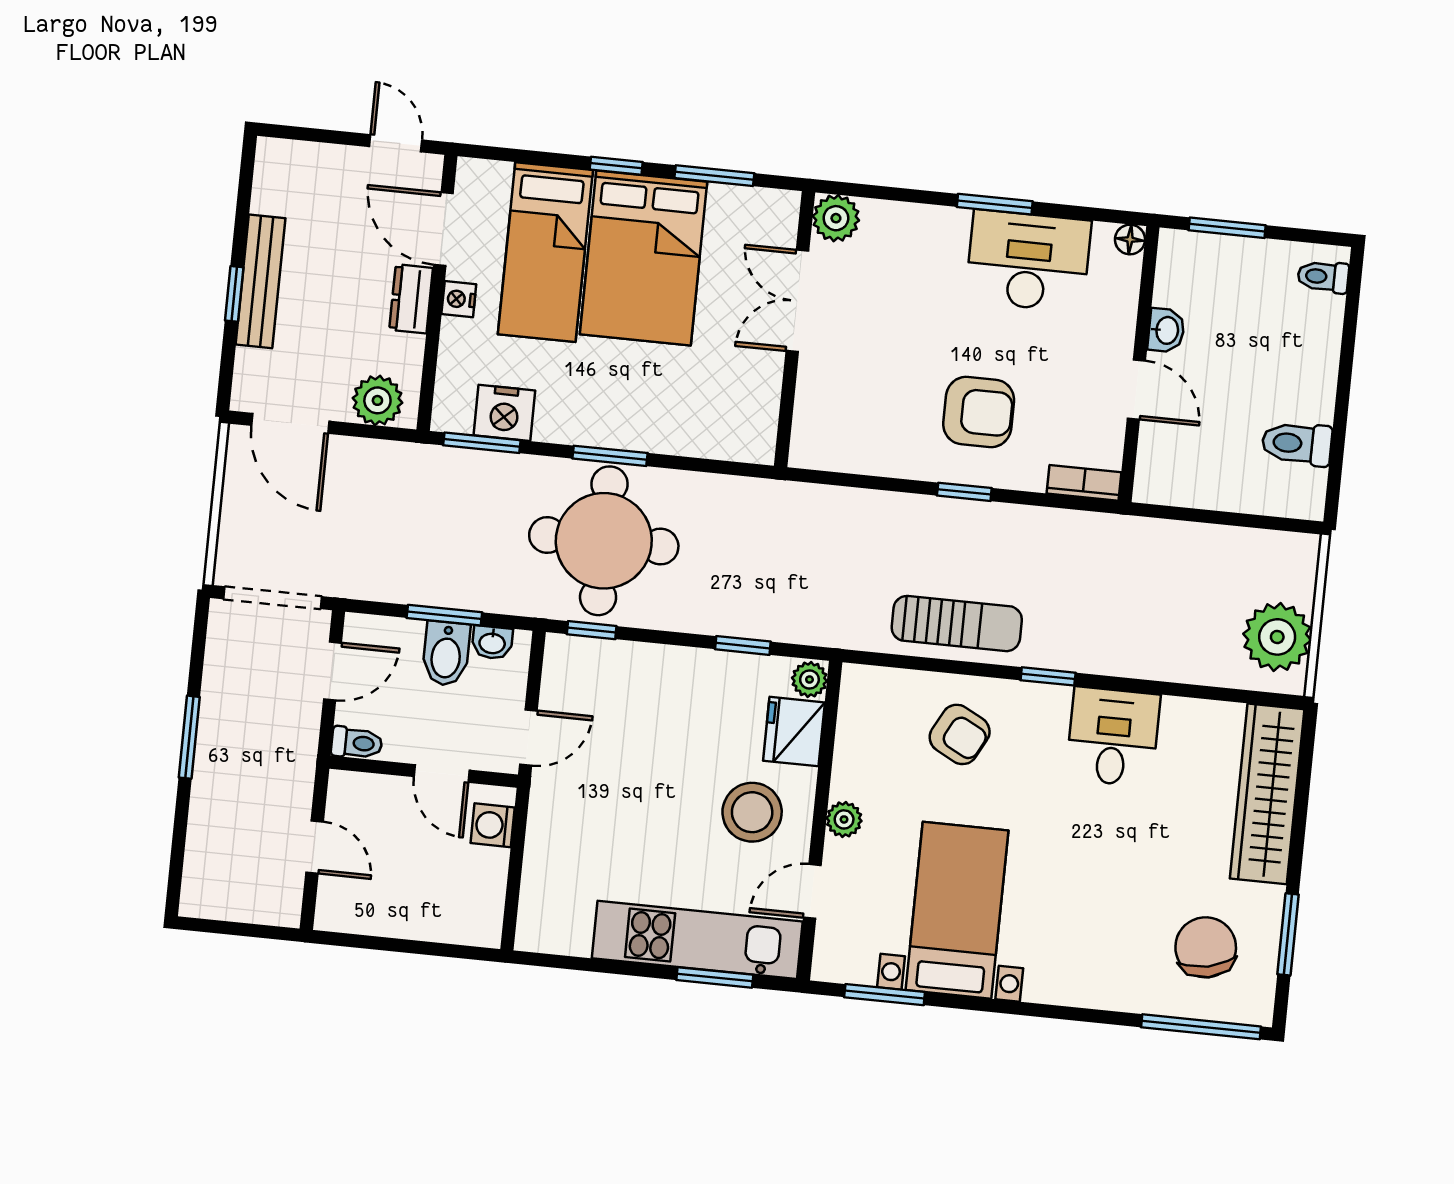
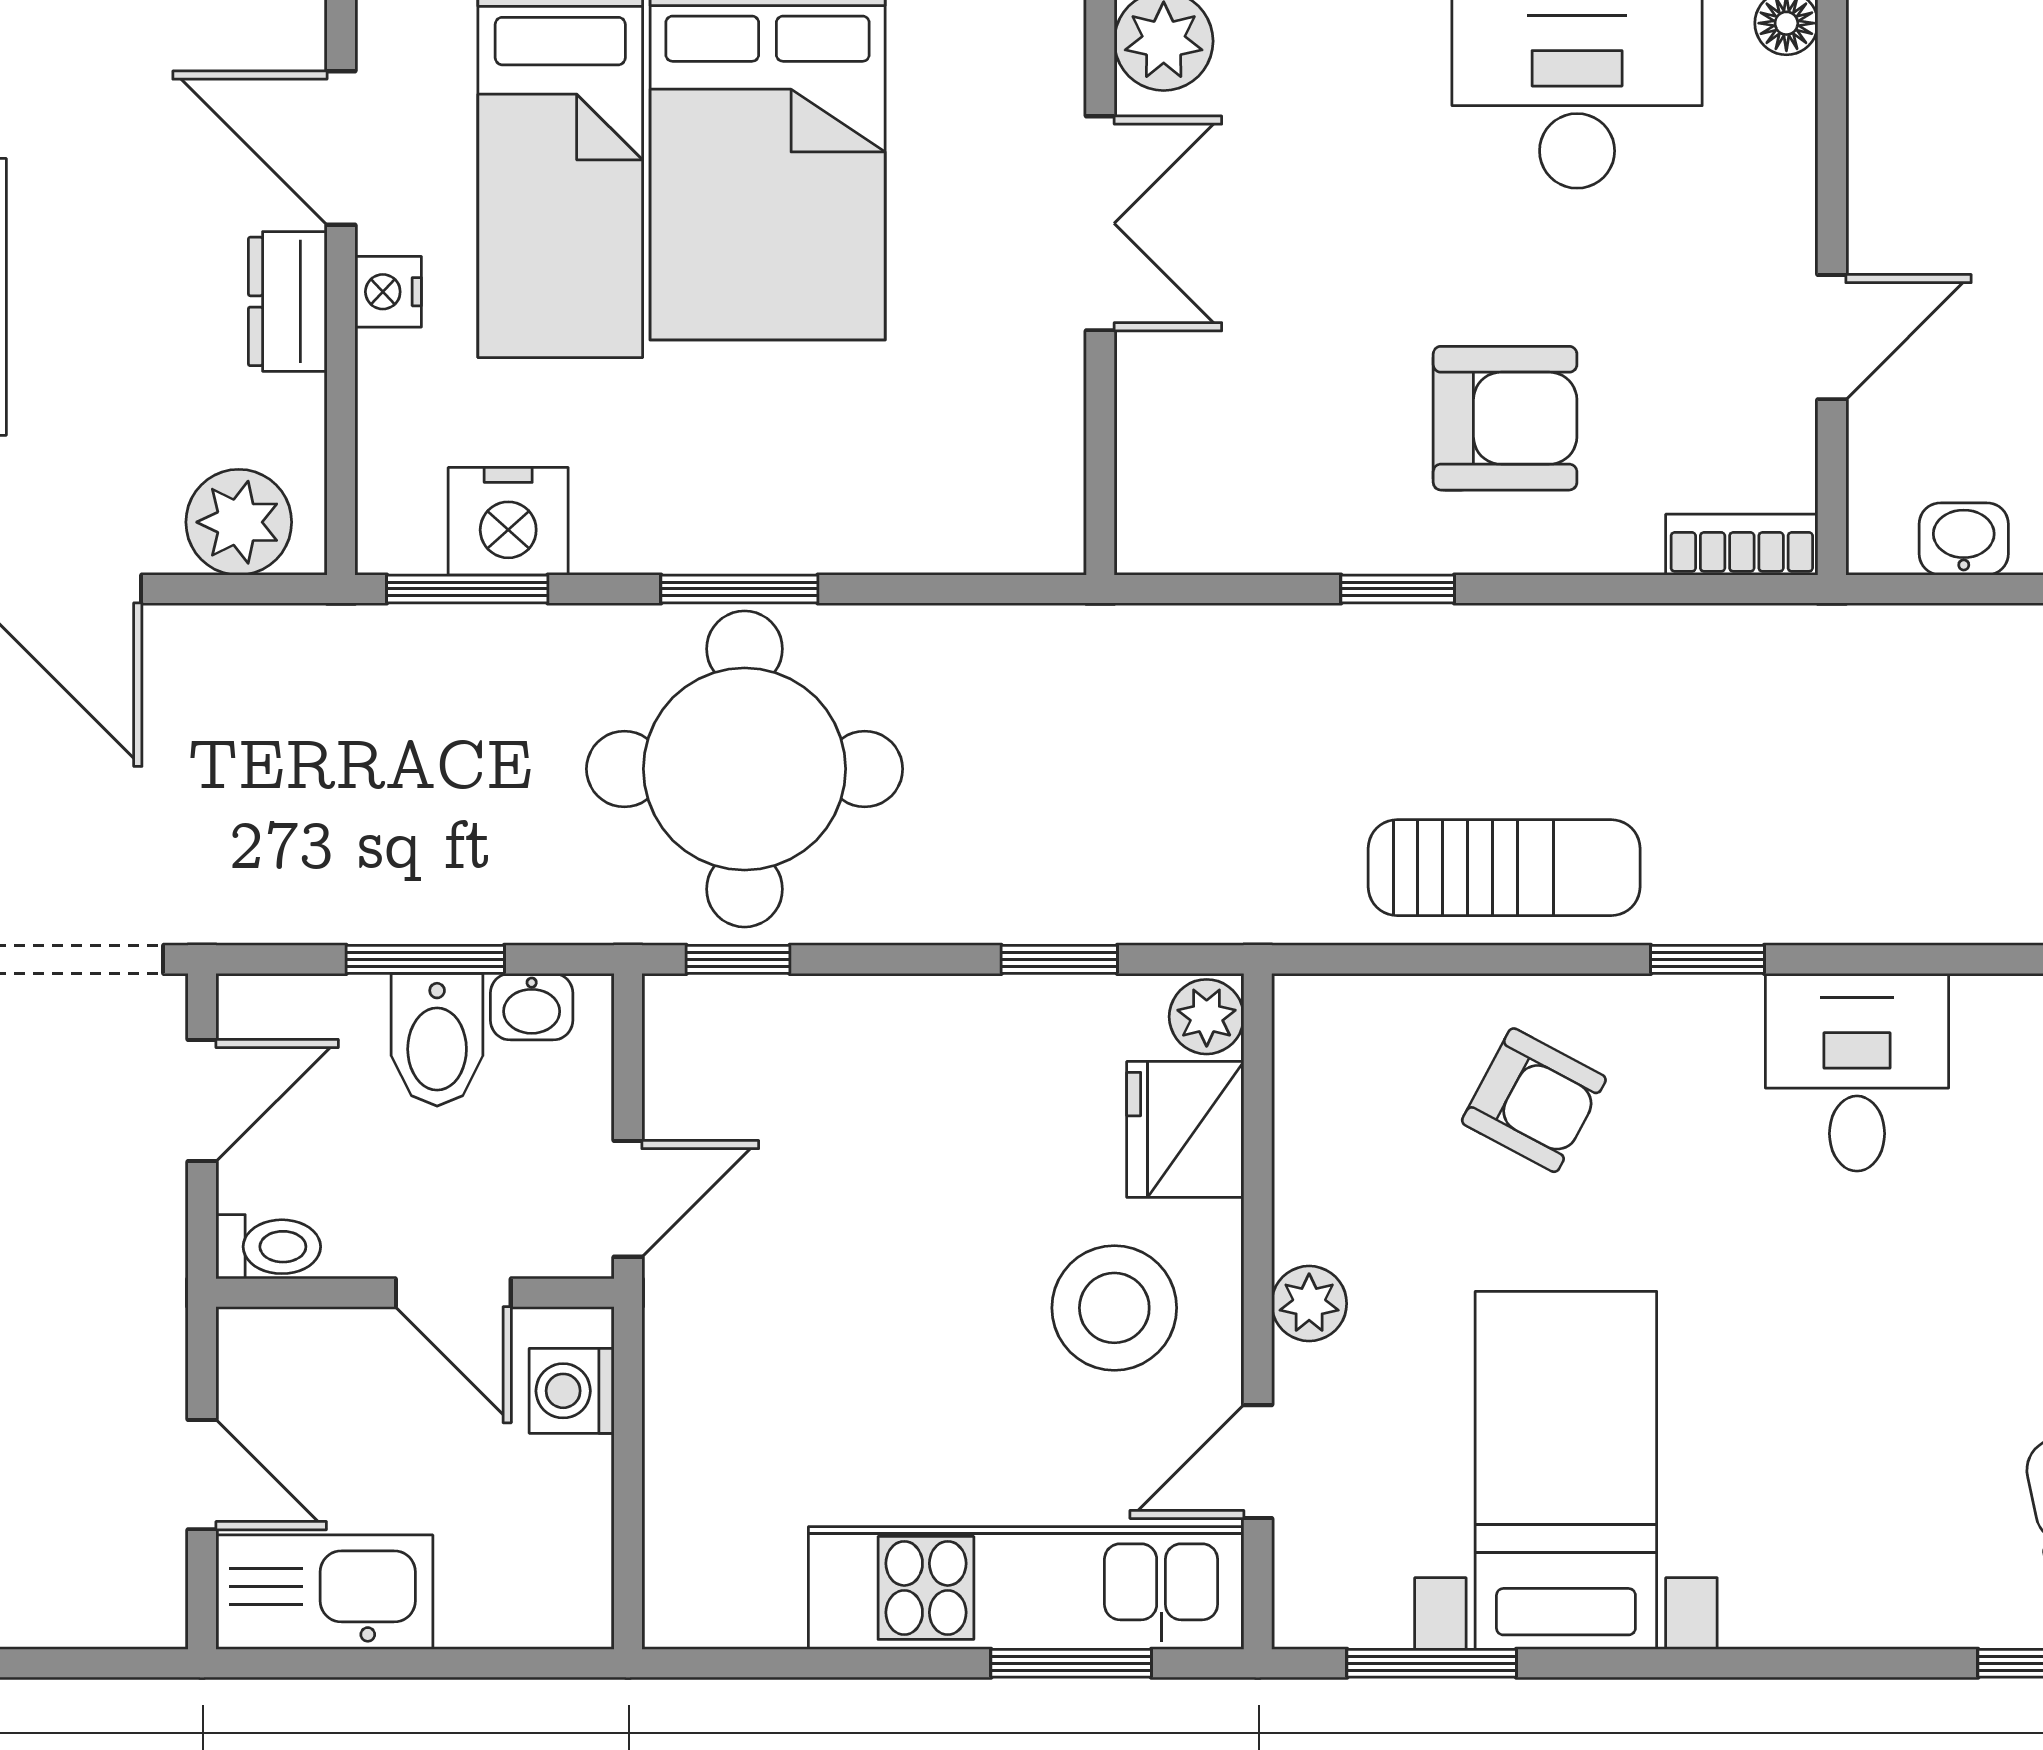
double door: (797, 301) -> (1100, 223), swing flipped
washbasin: (1166, 330) -> (1964, 539), moved, turned -90
door: (1136, 389) -> (1832, 337), hinge flipped
window: (964, 492) -> (1398, 589), moved
kitchen sink: (367, 908) -> (324, 1592), added

